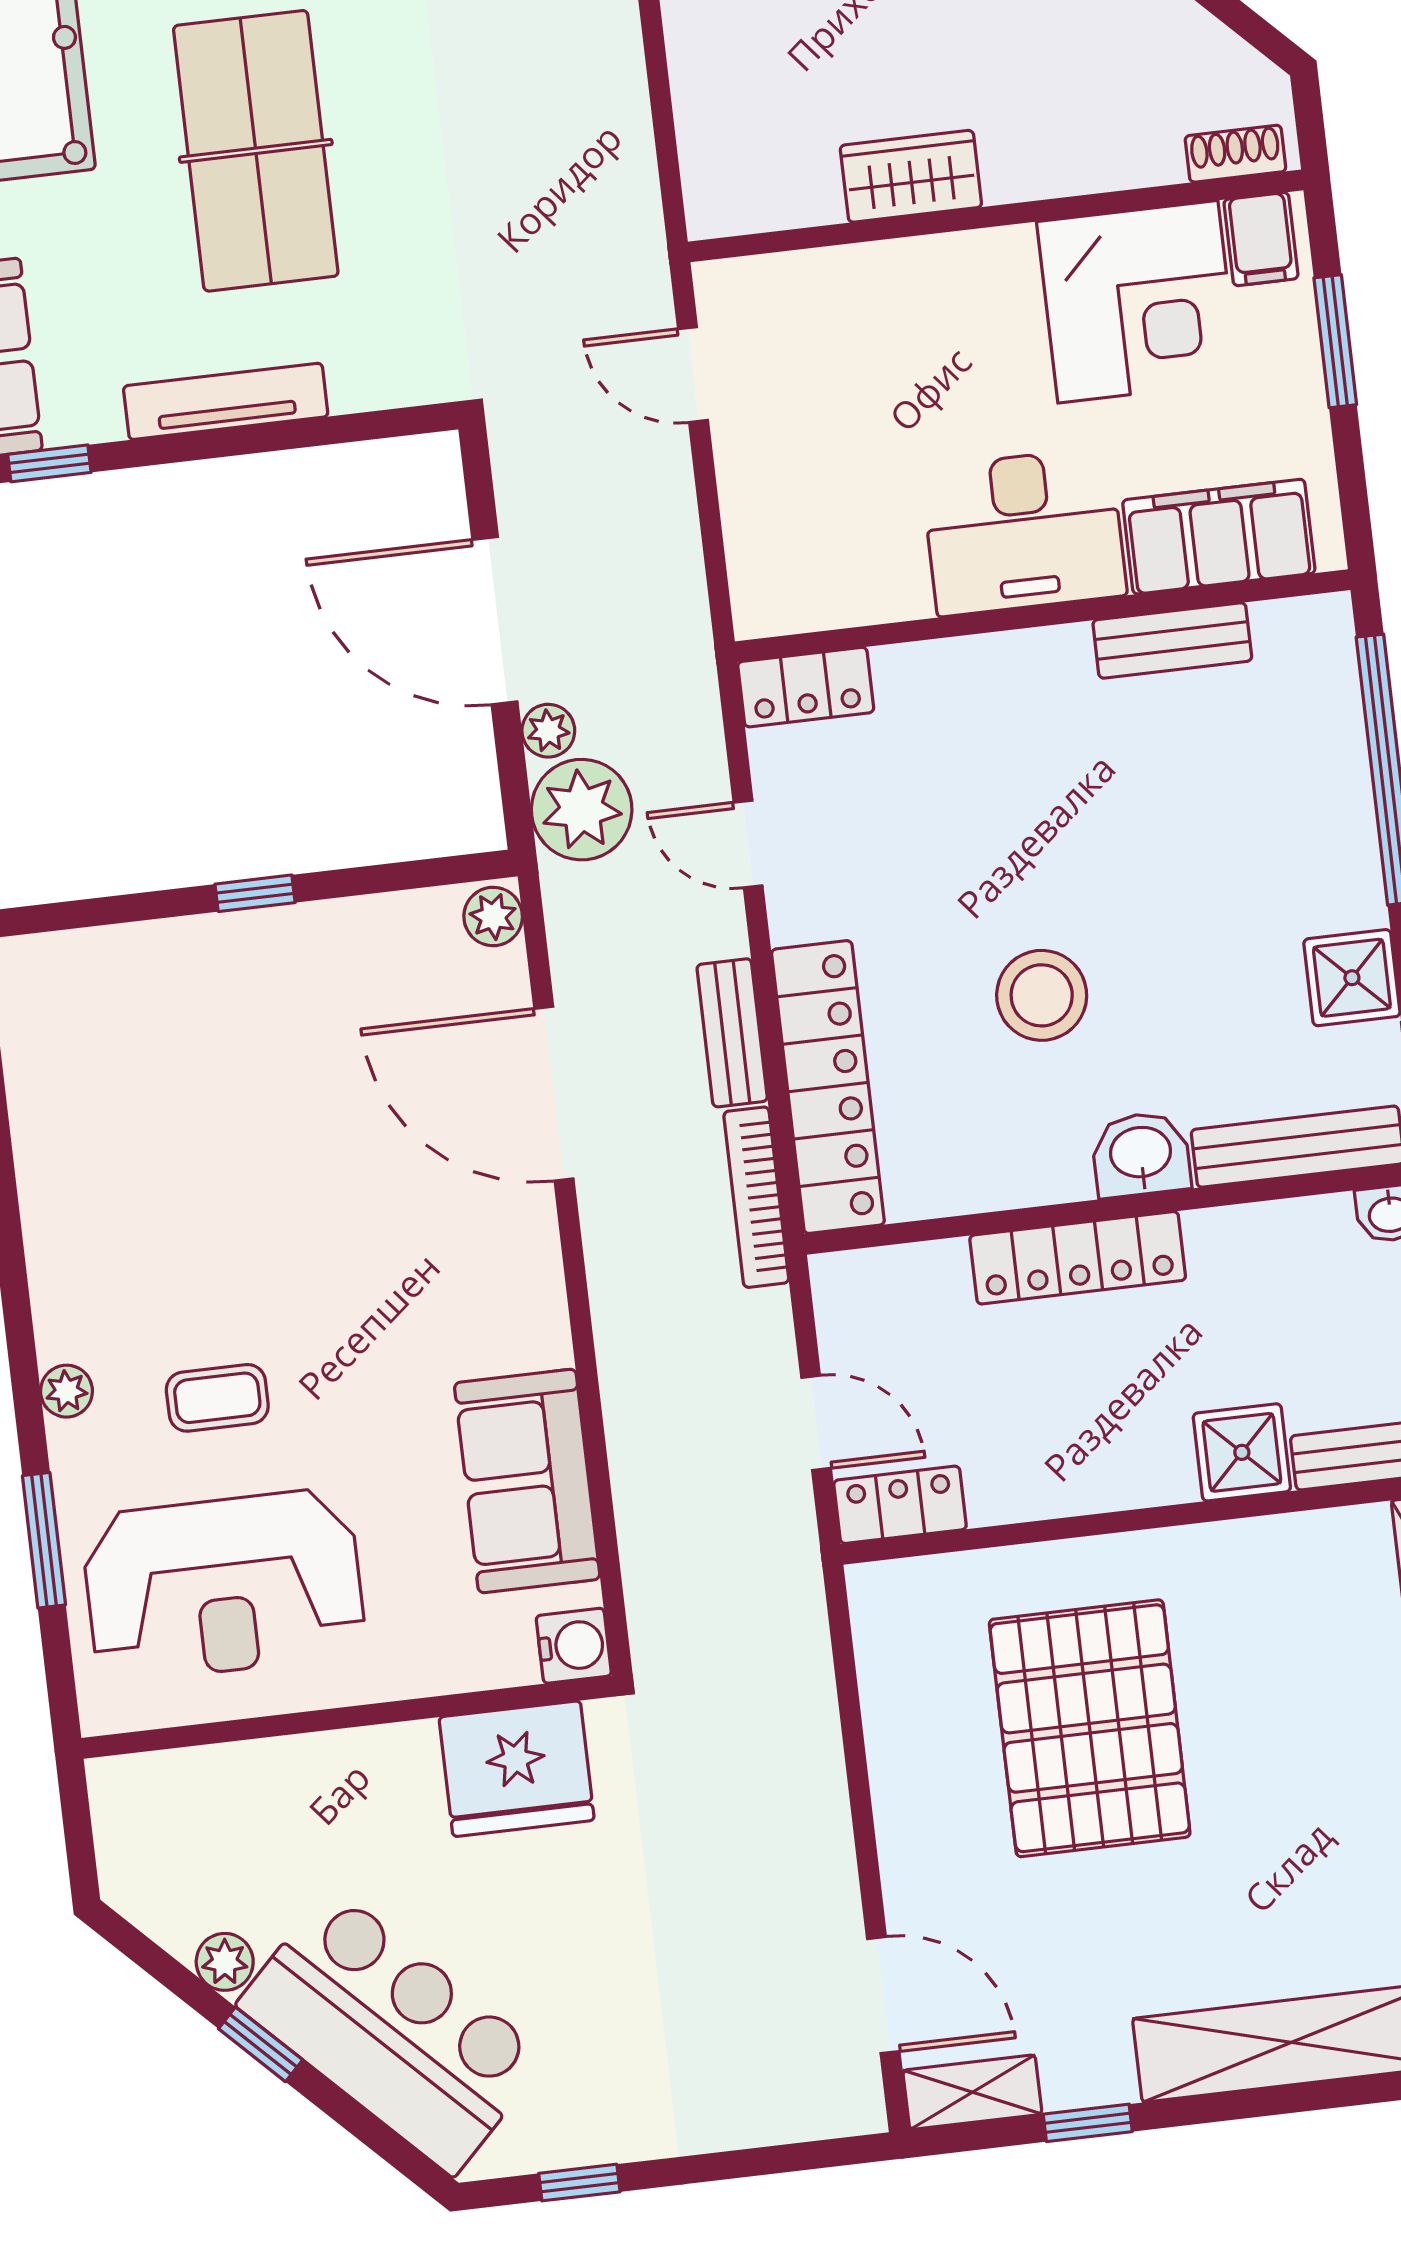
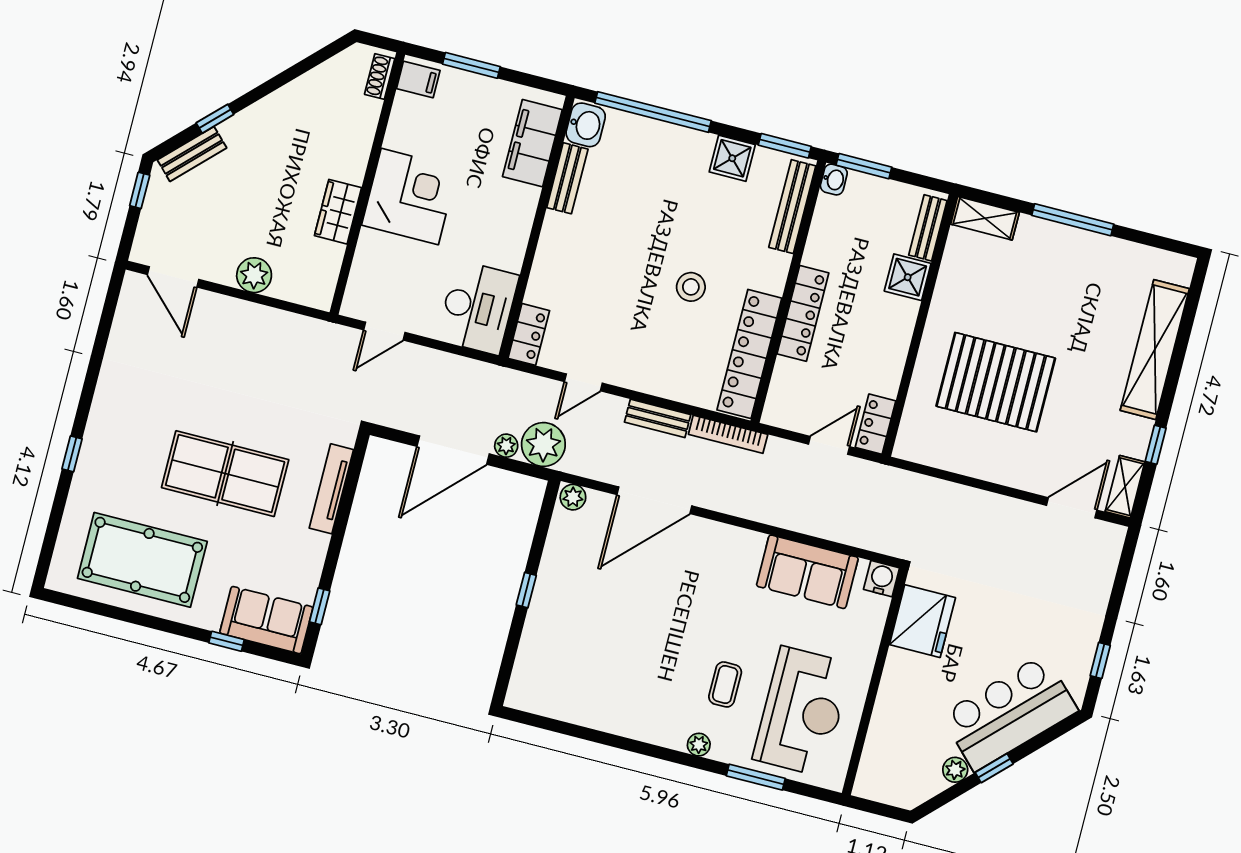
plant: (705, 49) -> (254, 275), added
corner desk: (1138, 302) -> (410, 197), moved
tv unit: (226, 401) -> (331, 489), moved
desk: (1024, 532) -> (478, 307), moved
stool: (1042, 995) -> (691, 287), width x0.73, depth x0.73
locker: (828, 1087) -> (749, 354), moved, turned -90
washbasin: (1141, 1154) -> (586, 125), moved, turned 180

